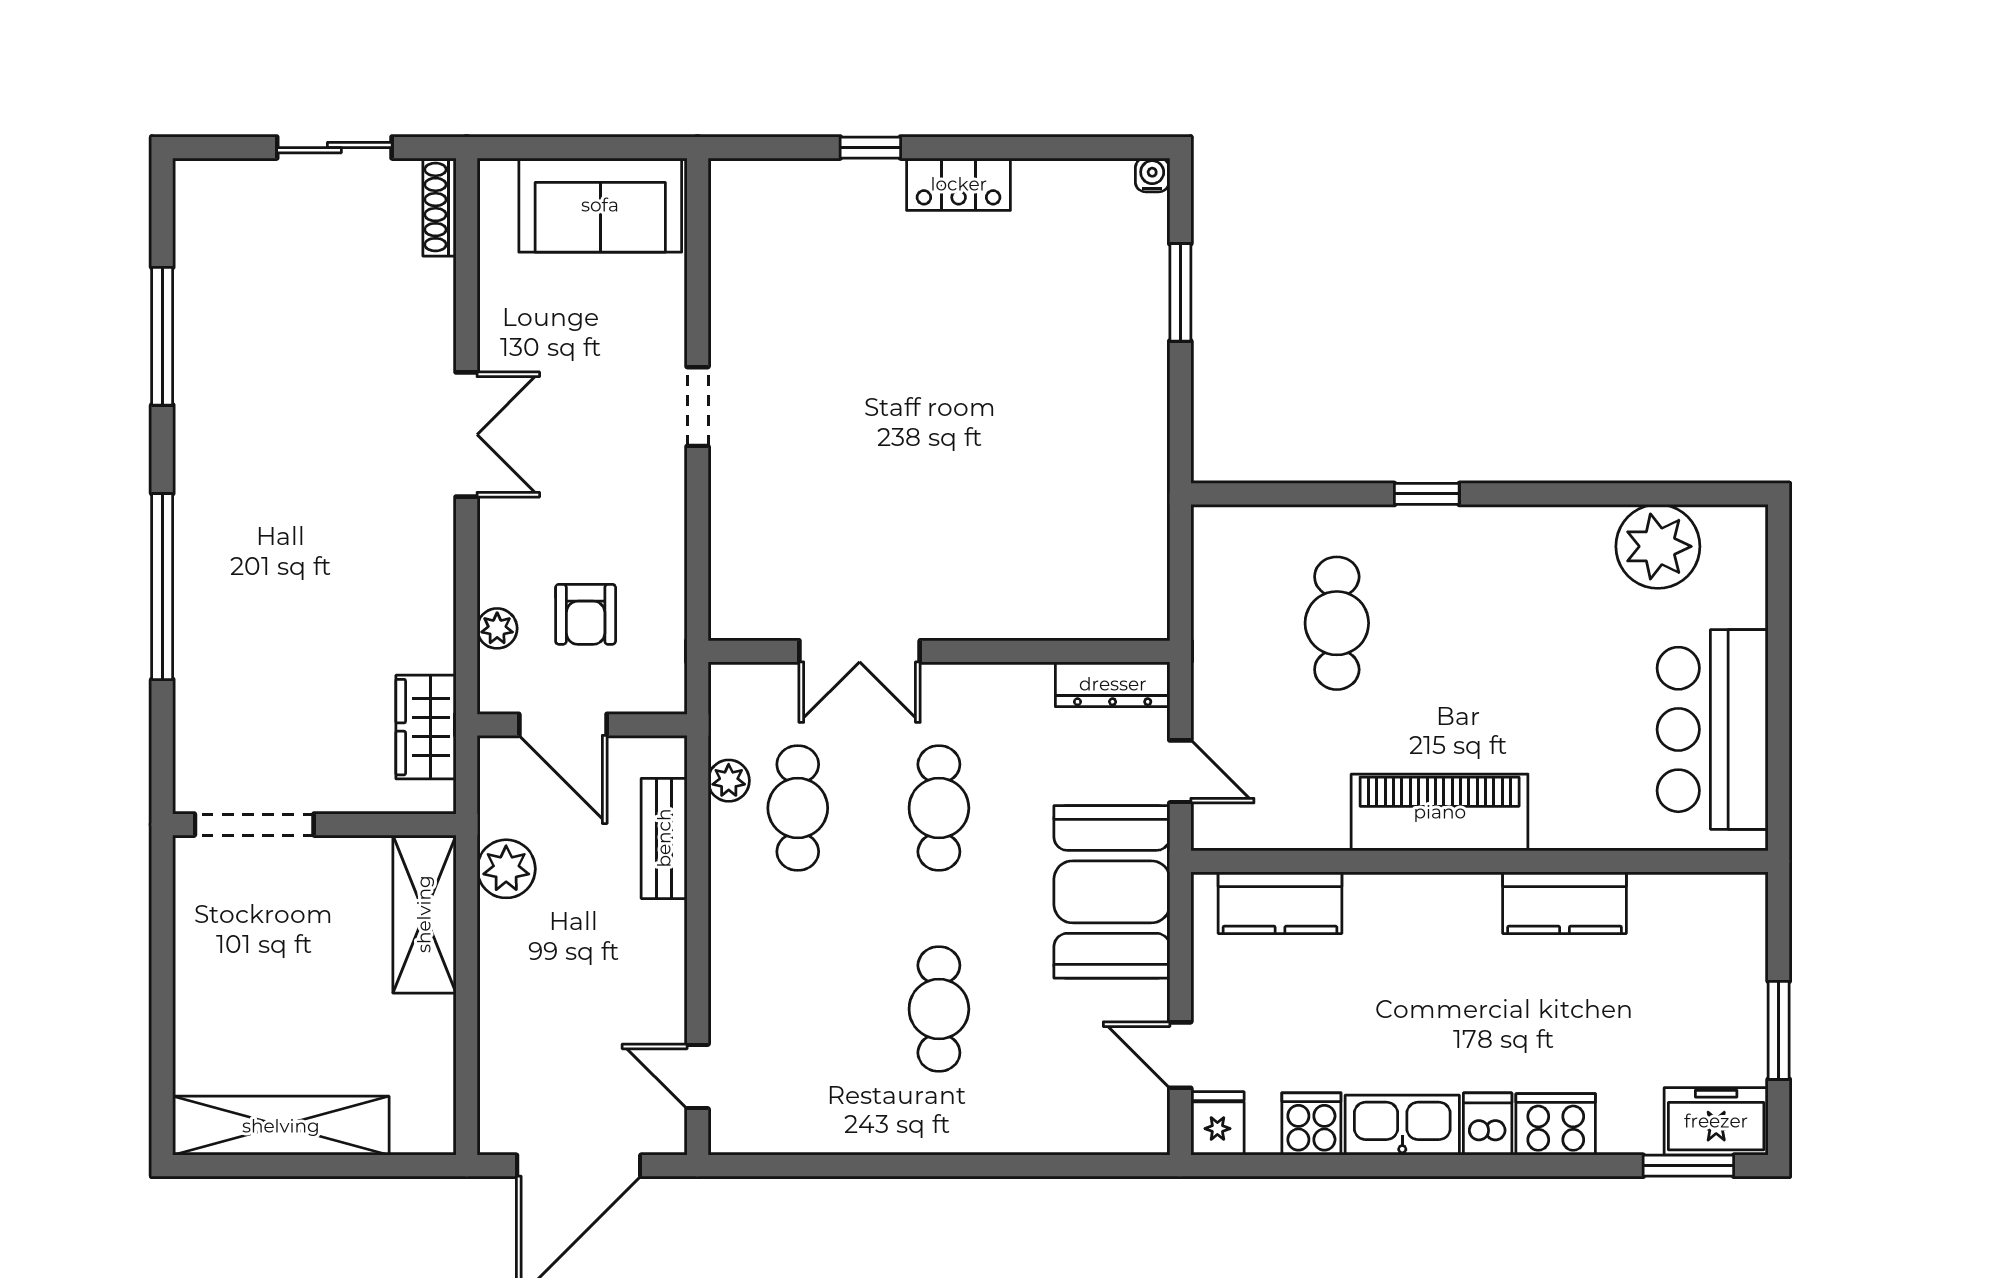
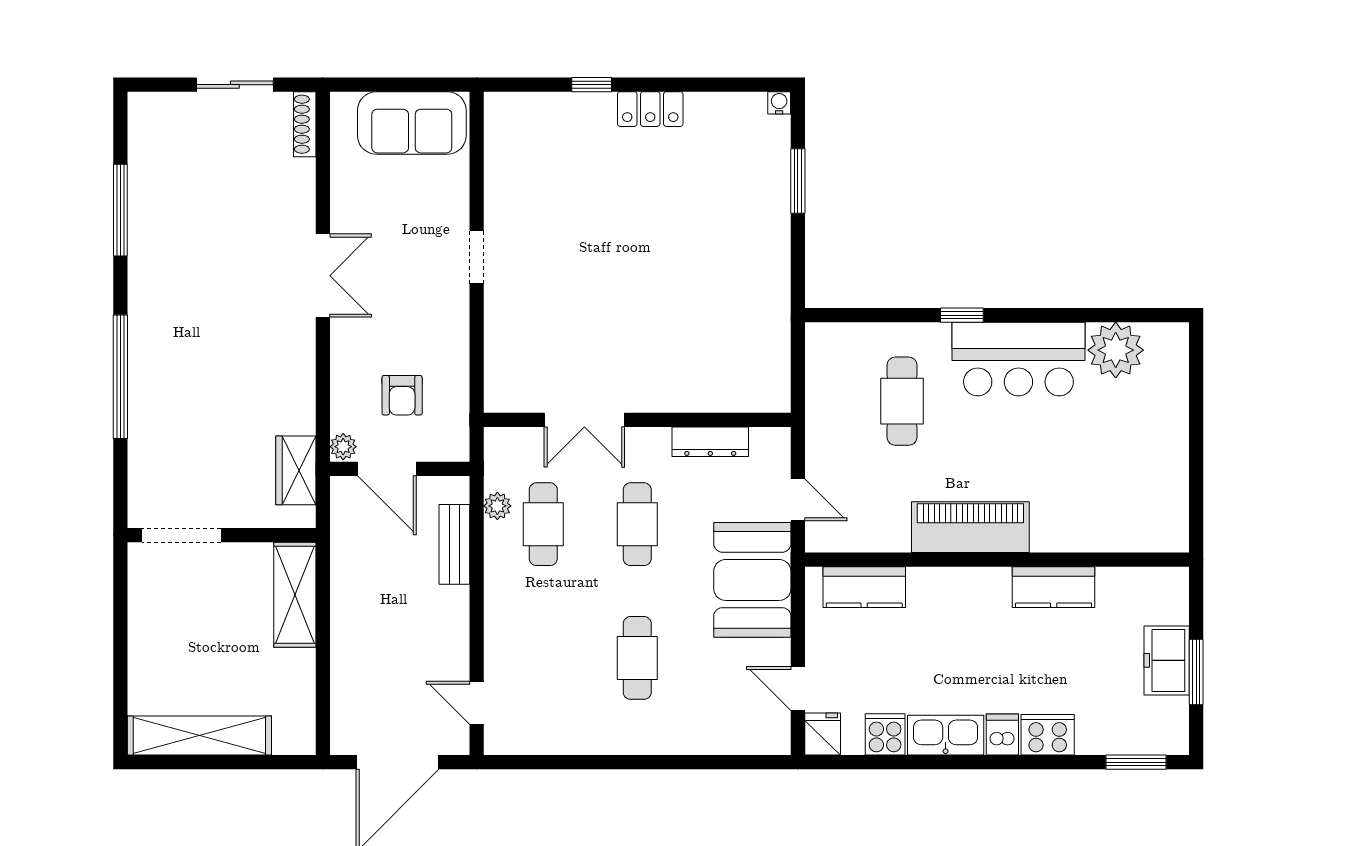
plant: (497, 628) -> (343, 447), moved
dresser: (1113, 684) -> (710, 442), moved
bar counter: (1713, 729) -> (1018, 359), moved, turned -90
plant: (506, 869) -> (349, 565), removed
freezer: (1716, 1121) -> (1167, 660), moved, turned -90

